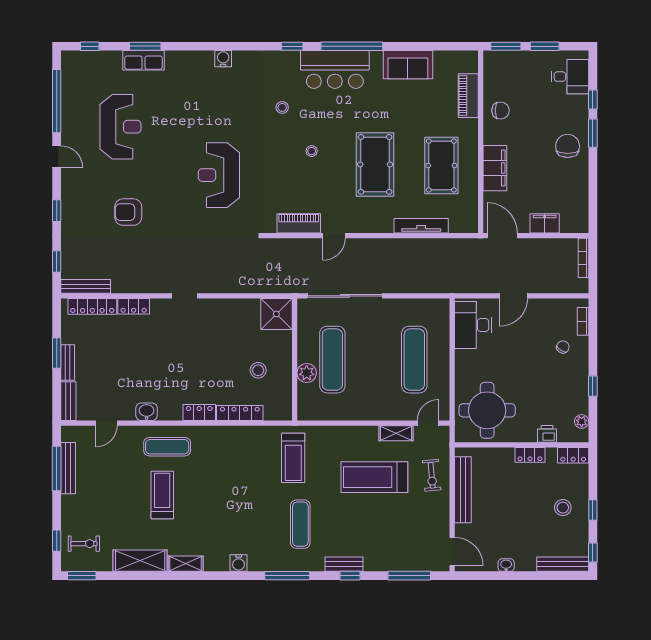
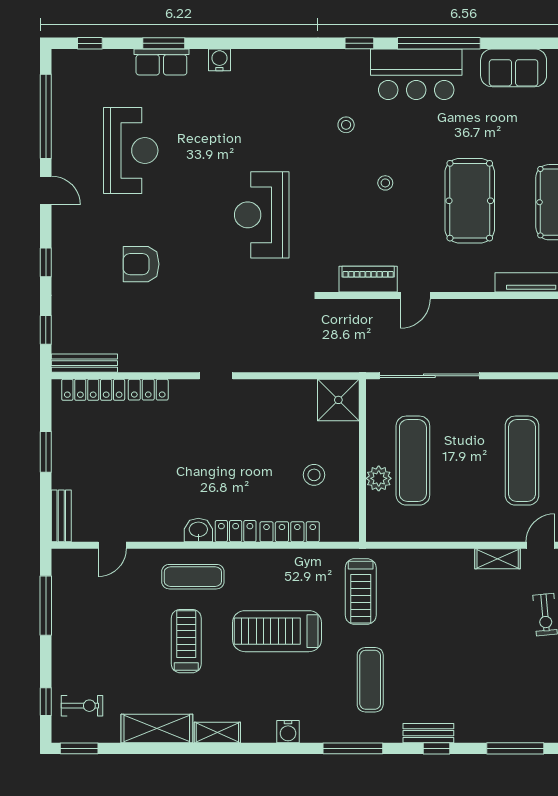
water cooler: (223, 59) -> (219, 60), moved
bench: (68, 363) -> (60, 465), removed
washbasin: (147, 412) -> (198, 530), moved
bench: (68, 468) -> (61, 605), removed
treadmill: (374, 477) -> (277, 631), moved

